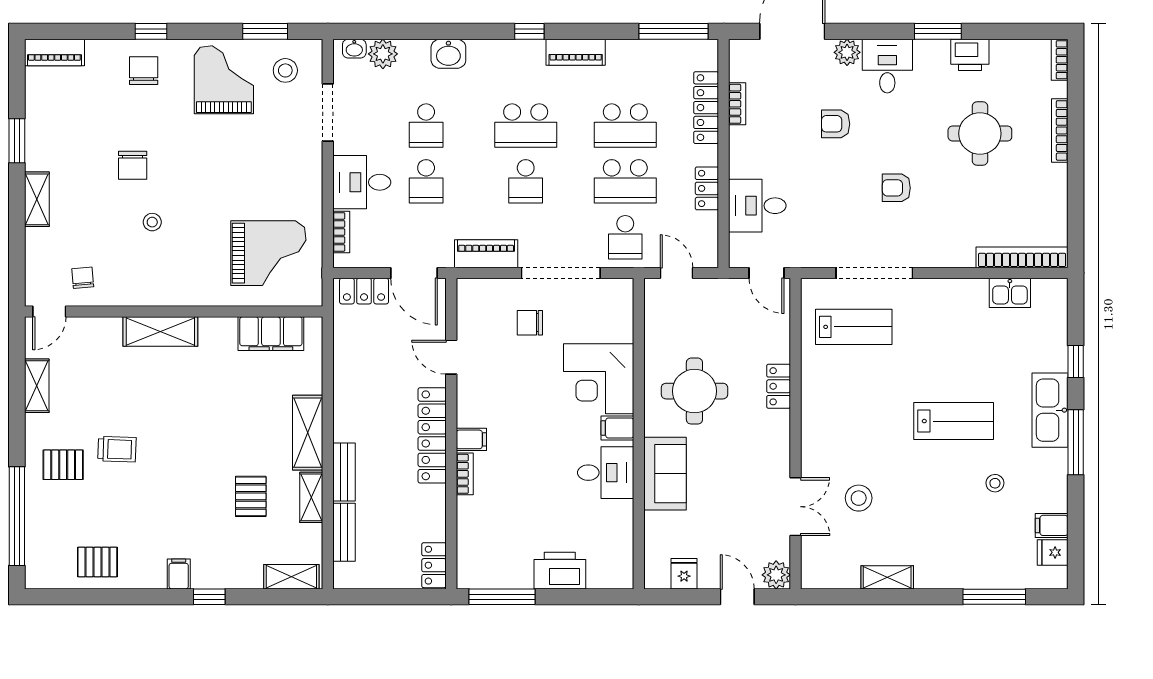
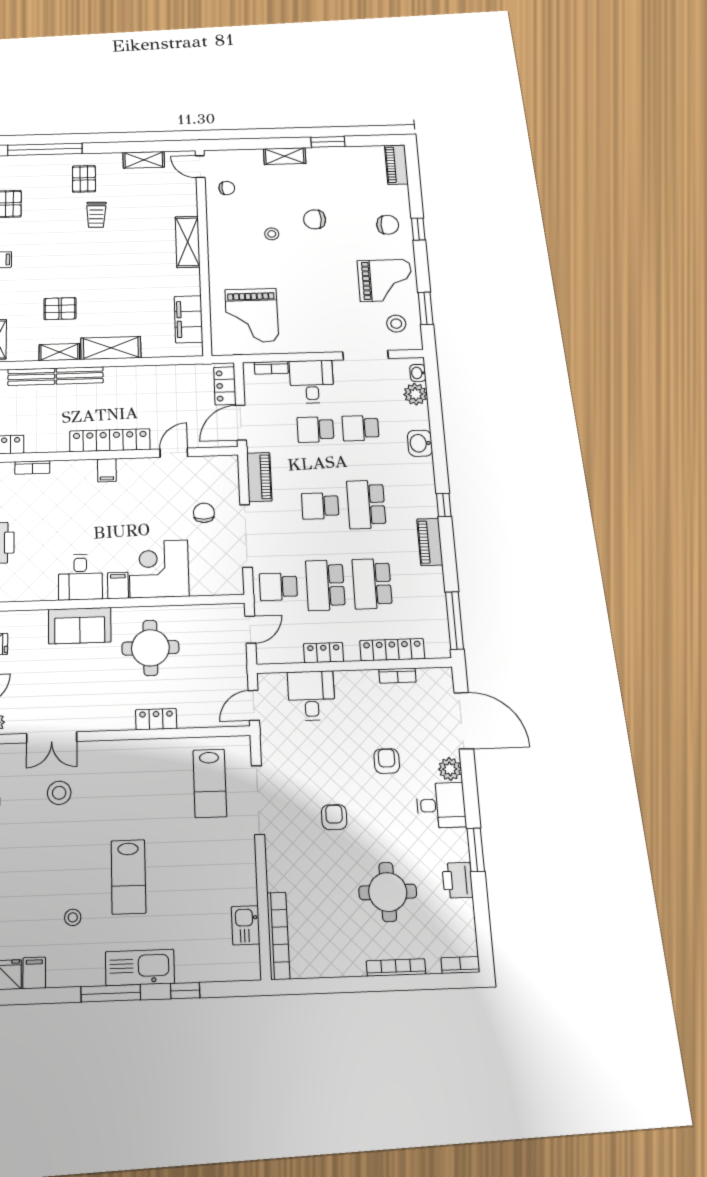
bookcase: (465, 474) -> (32, 467), moved

